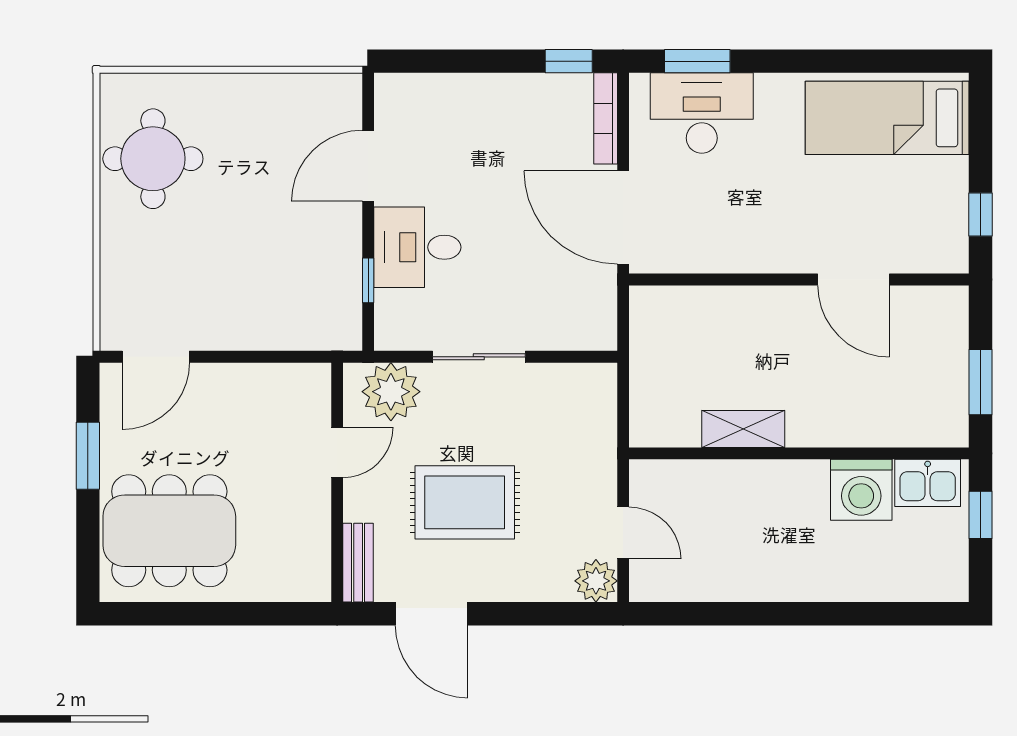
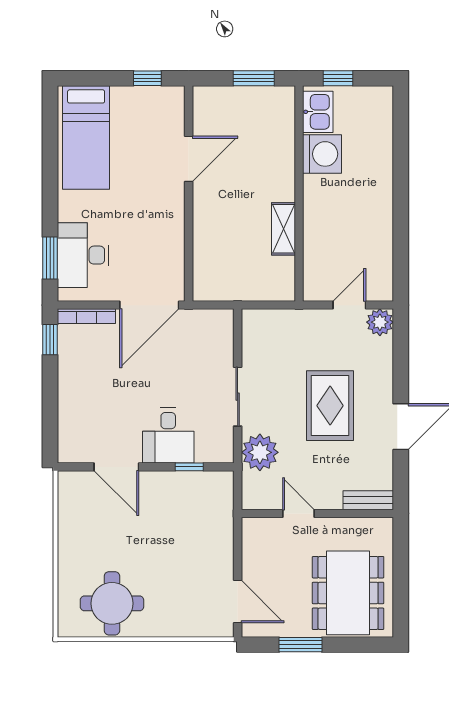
door: (337, 453) -> (298, 513), moved
wall: (337, 482) -> (317, 513), moved
bench: (358, 563) -> (368, 500), moved

